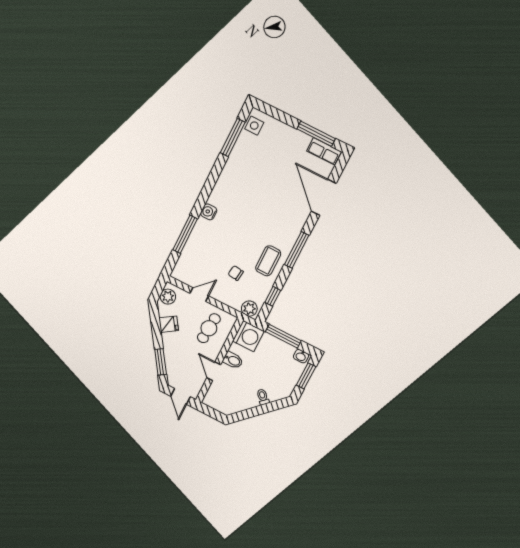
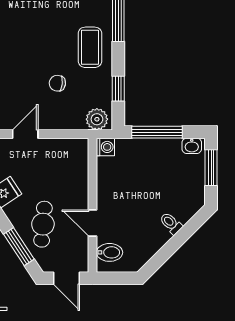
cafe table: (209, 328) -> (43, 224), moved
washing machine: (248, 336) -> (105, 147), width x0.53, depth x0.53
bidet: (233, 360) -> (110, 252), moved

